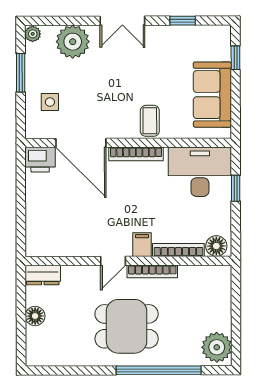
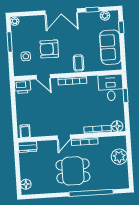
double door: (122, 21) -> (61, 12), width x1.37
plant: (73, 42) -> (105, 16), moved, width x0.53, depth x0.53
armchair: (96, 91) -> (49, 49), added
door: (81, 143) -> (43, 77), width x0.53
desk: (200, 172) -> (111, 88), width x0.73
filing cabinet: (142, 245) -> (25, 131), moved
floor lamp: (35, 316) -> (26, 184), moved
plant: (217, 347) -> (119, 157), moved

